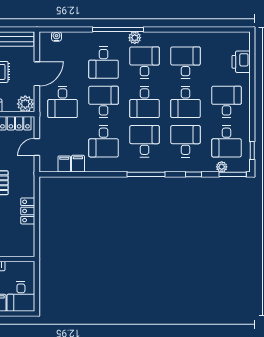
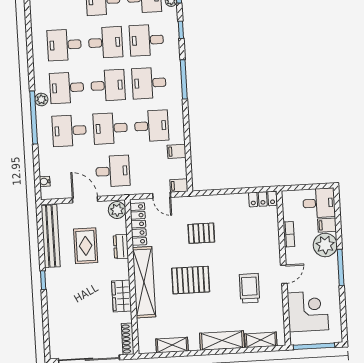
desk: (104, 63) -> (69, 131), turned 180
filing cabinet: (64, 164) -> (179, 186), moved
locker: (28, 211) -> (263, 199), moved

